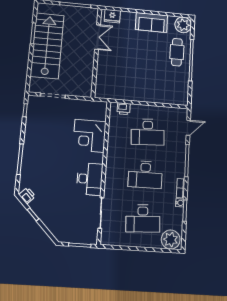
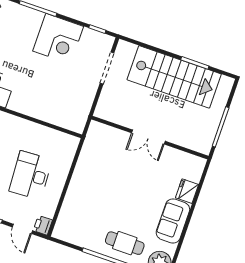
fridge: (112, 16) -> (187, 191), moved
double door: (98, 37) -> (148, 137), moved
printer: (124, 109) -> (43, 225), moved
corner desk: (89, 136) -> (58, 39), moved, turned 180

